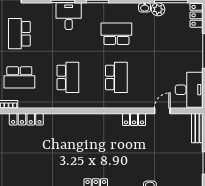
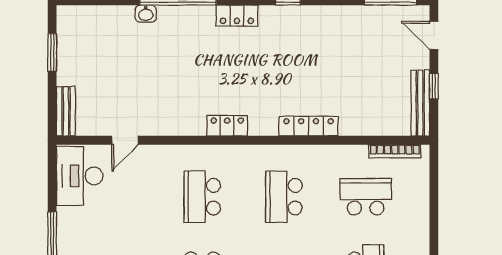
locker: (26, 119) -> (309, 126), moved
locker: (134, 120) -> (227, 126), moved

